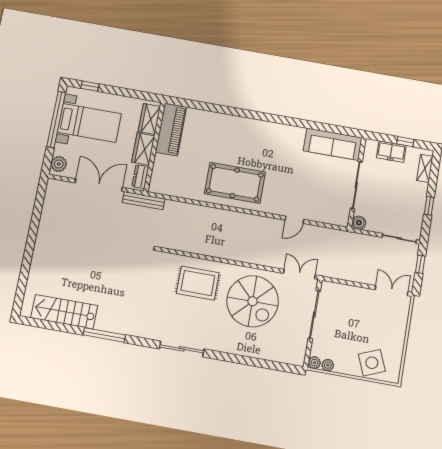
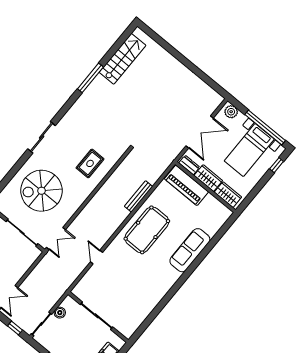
piano: (171, 129) -> (186, 185), moved
sofa: (333, 144) -> (190, 250), moved
bench: (143, 201) -> (139, 196), moved
boiler: (359, 223) -> (60, 313), moved
rug: (198, 283) -> (90, 163), width x0.73, depth x0.70
spiral stairs: (253, 301) -> (42, 191), moved
sliding door: (182, 349) -> (42, 137), moved

